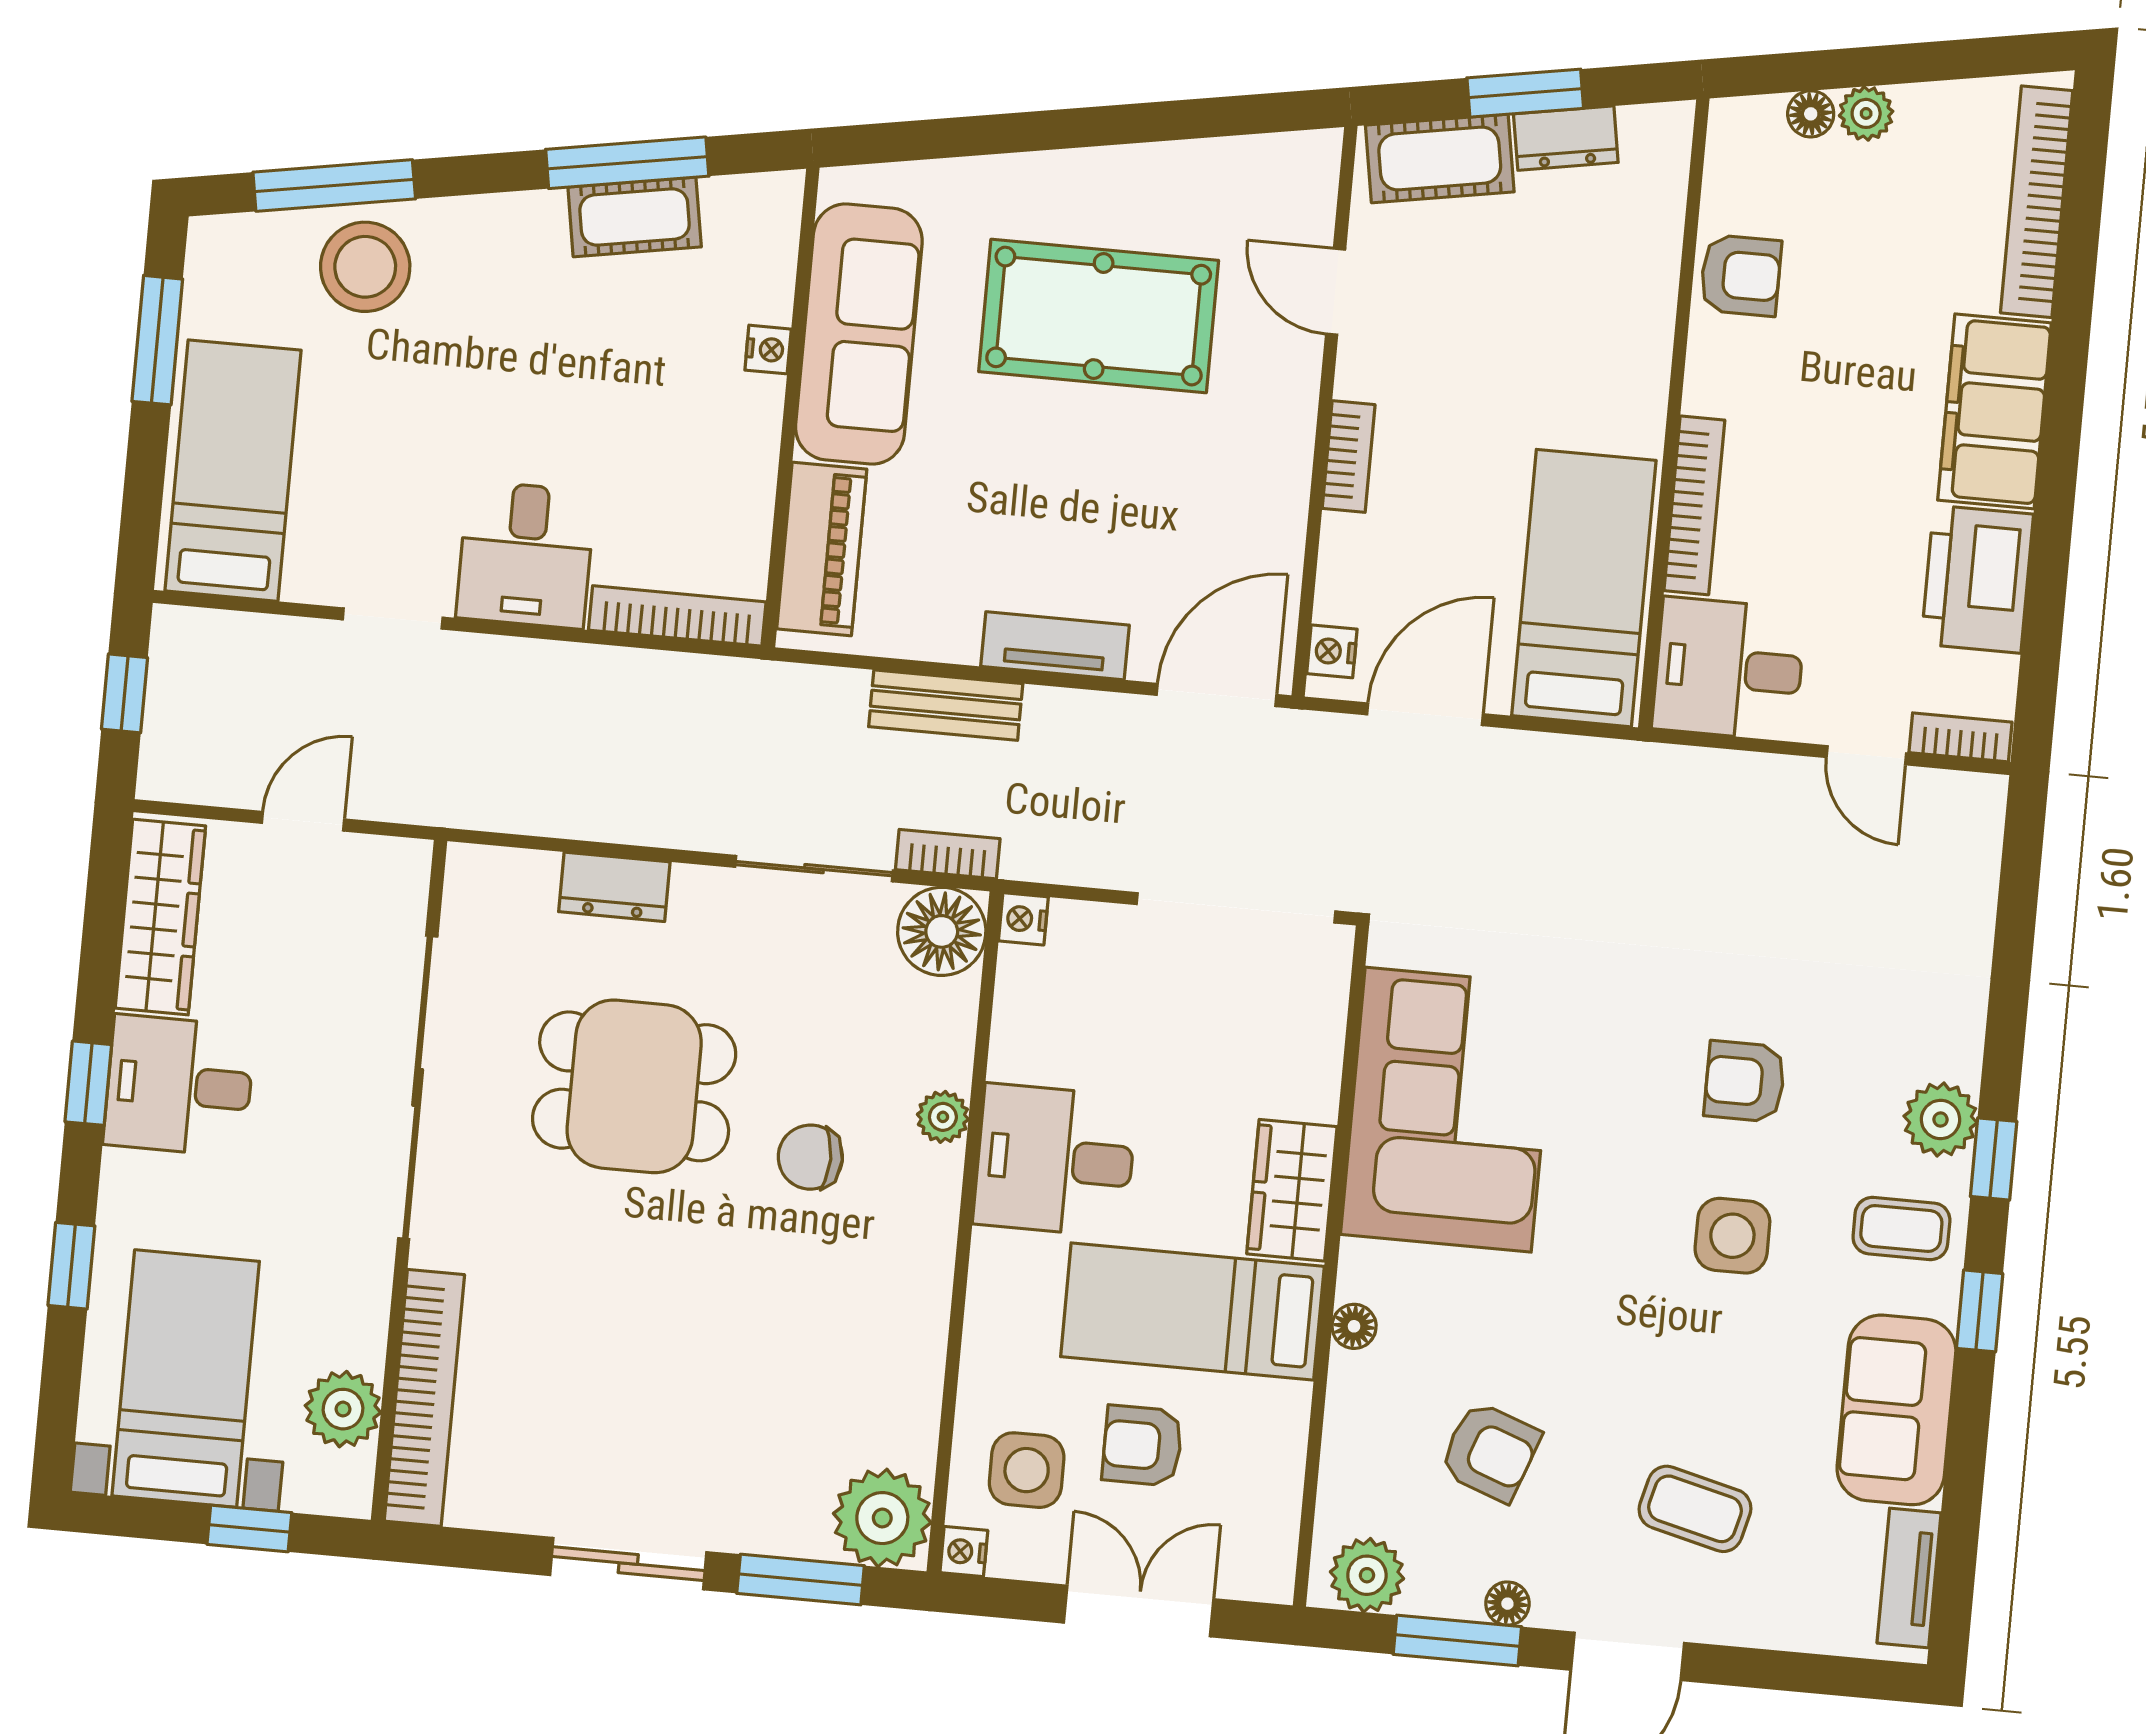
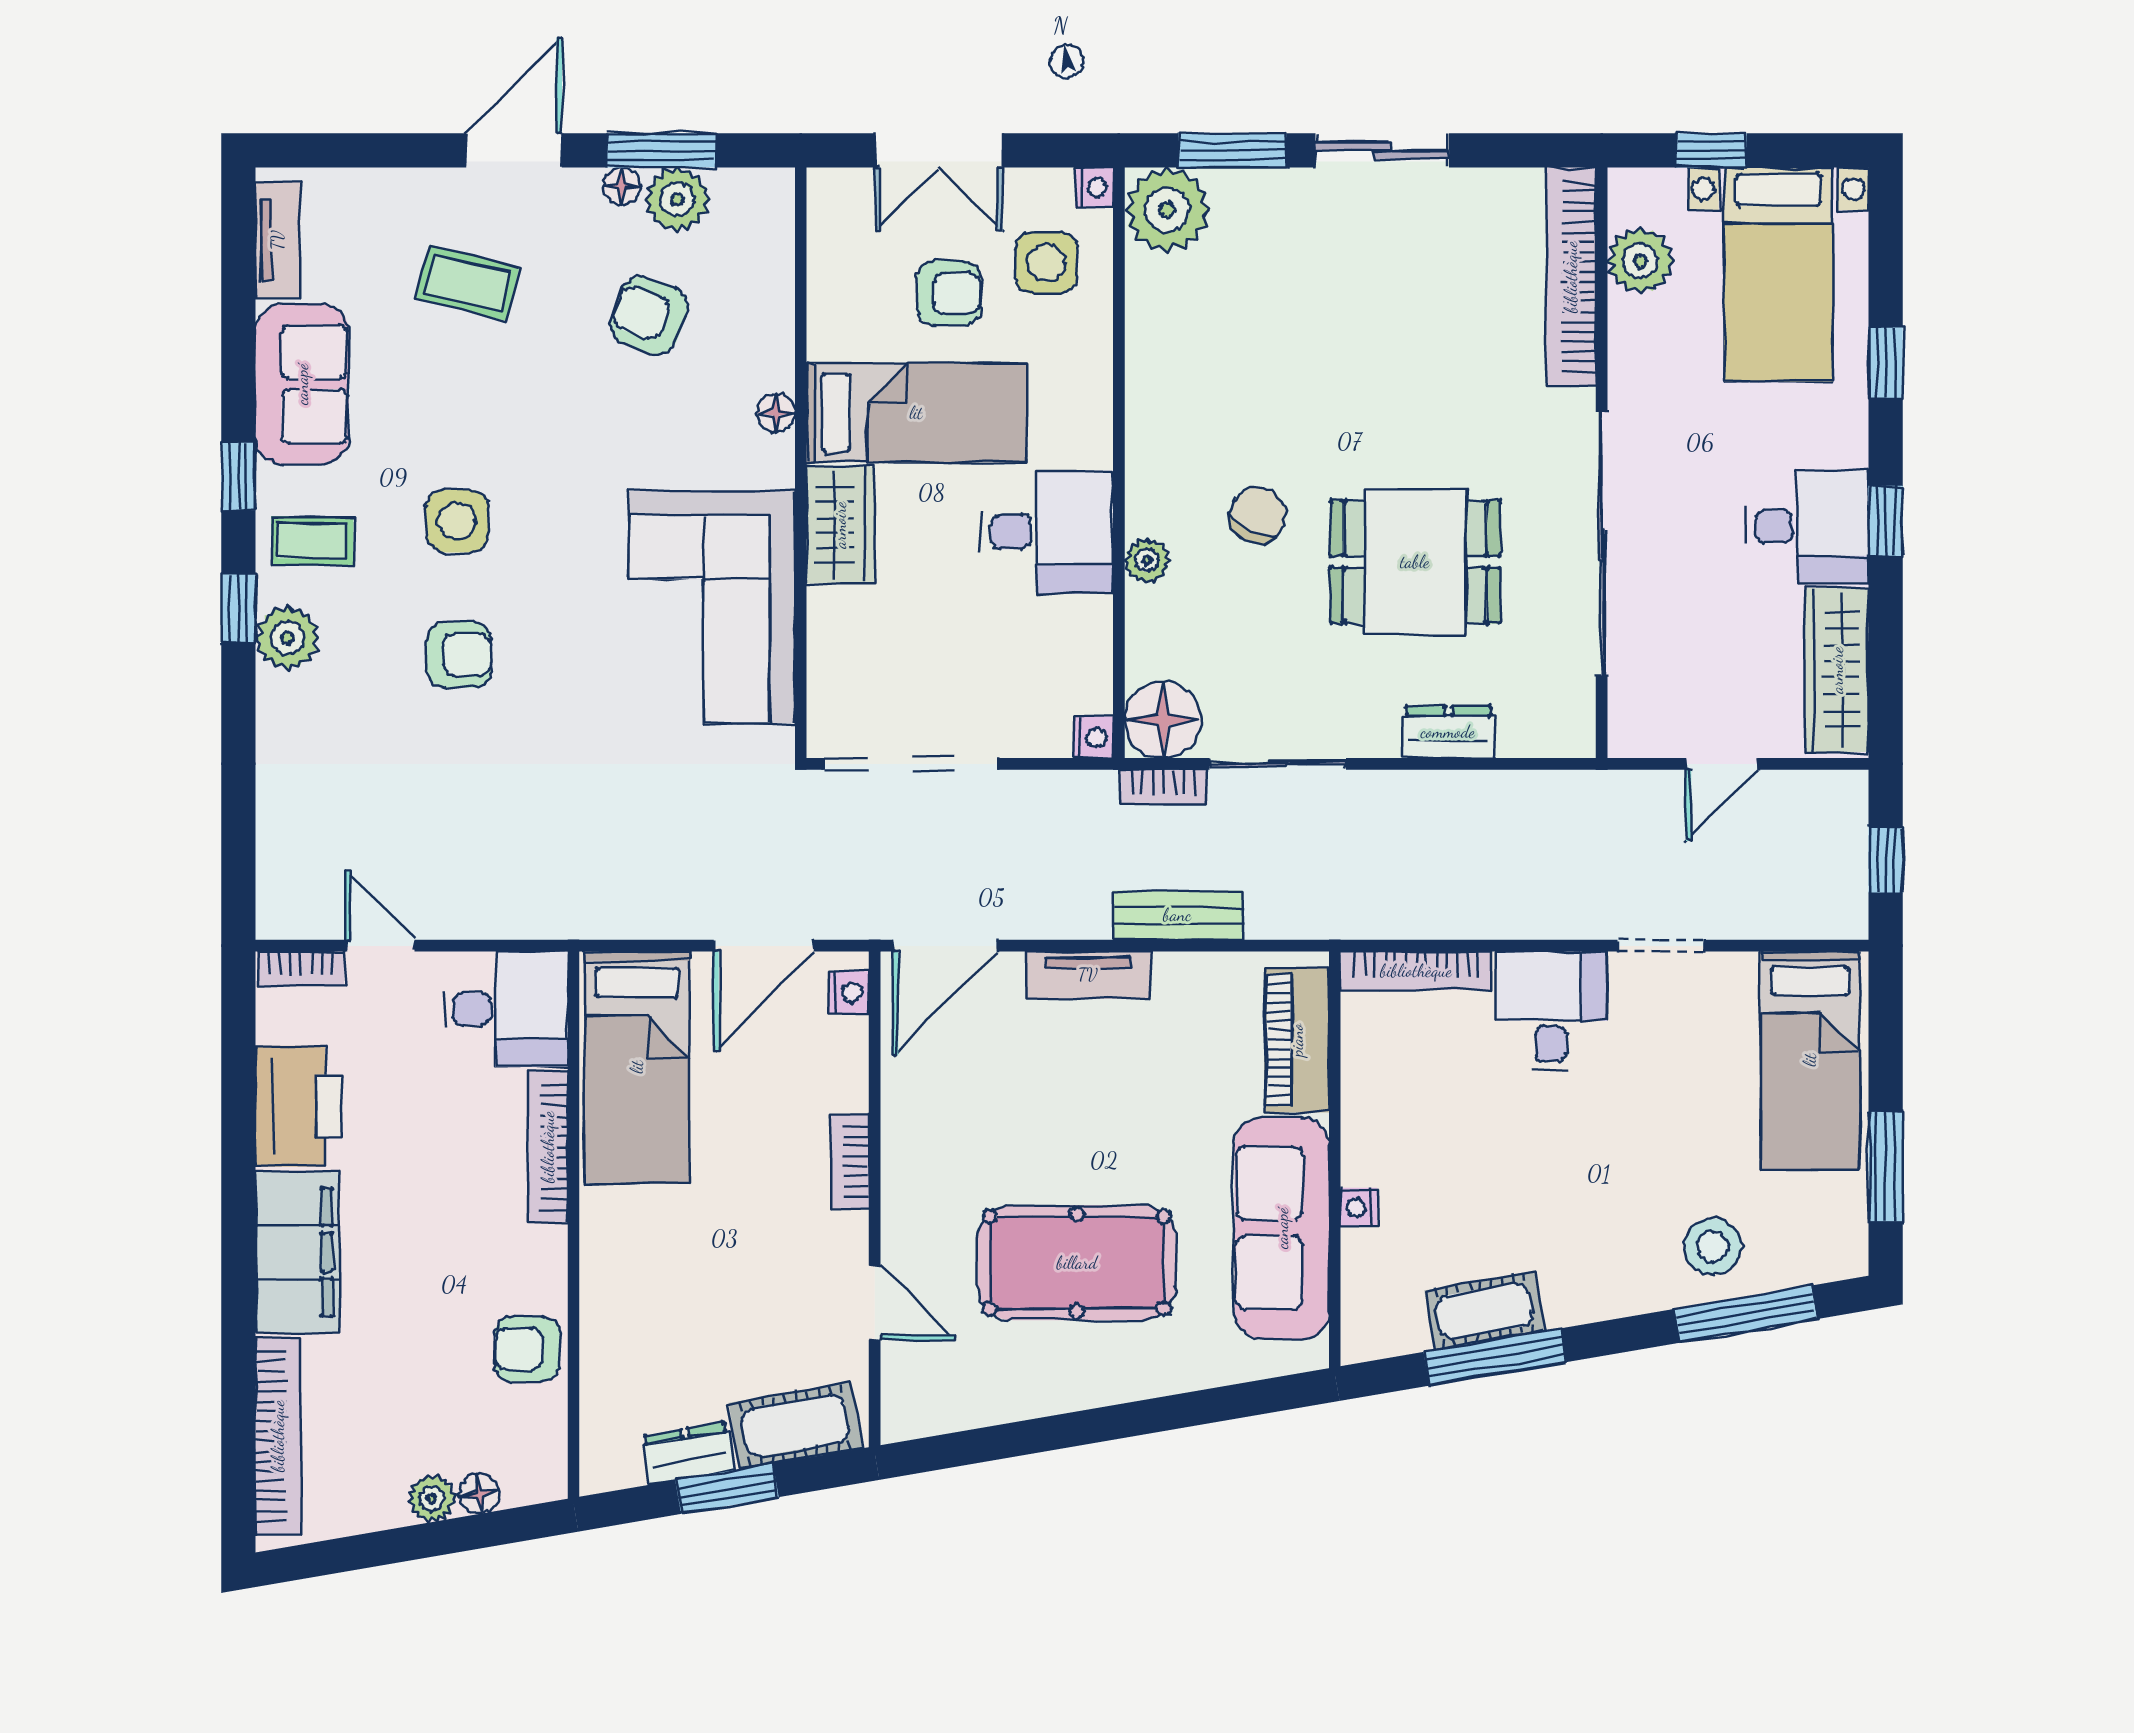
stool: (365, 267) -> (1712, 1246), width x0.73, depth x0.73
chair: (810, 1157) -> (1258, 515), turned -62
plant: (1367, 1575) -> (677, 199), moved

